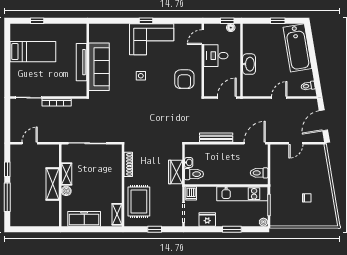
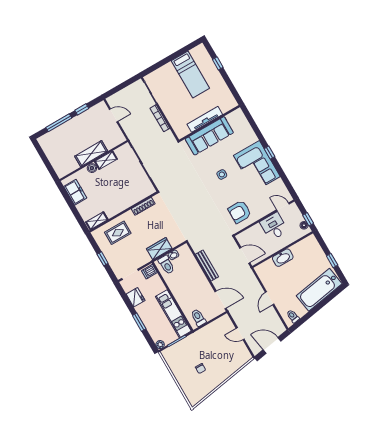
door: (279, 98) -> (270, 298), swing flipped
rug: (139, 202) -> (118, 233), width x0.73, depth x0.70
freezer: (84, 219) -> (75, 192), width x0.71

